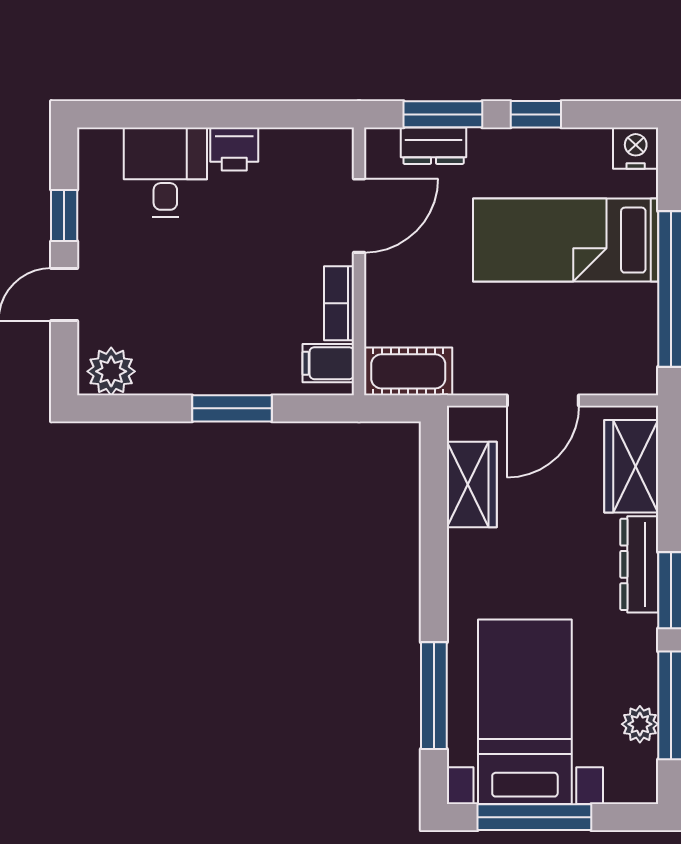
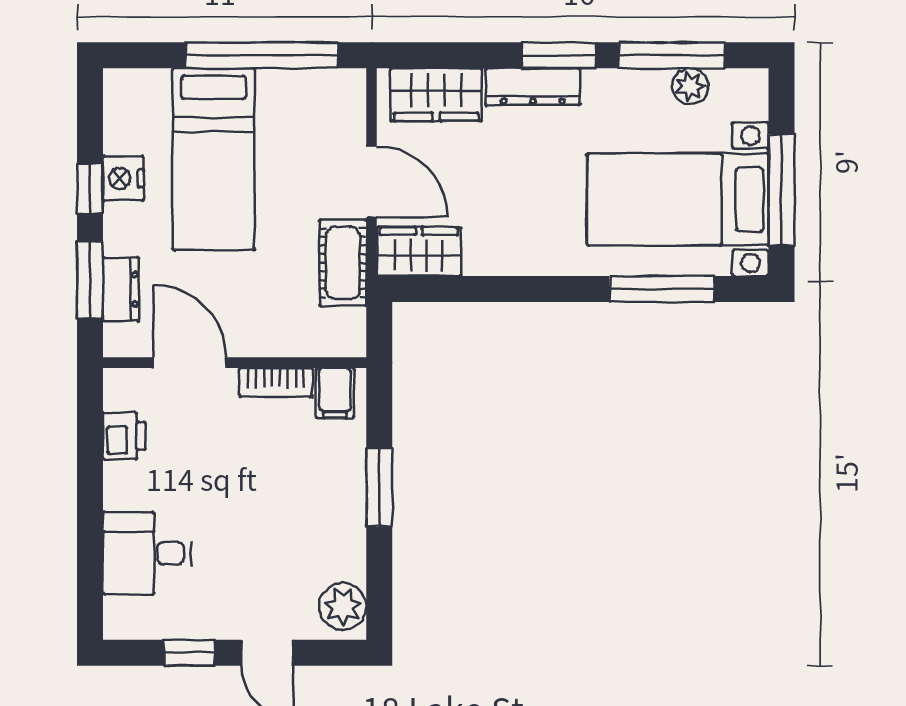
nightstand: (636, 148) -> (123, 178), moved
printer: (234, 149) -> (124, 436), moved
cot: (408, 371) -> (343, 263), moved
wardrobe: (472, 484) -> (419, 252), moved

